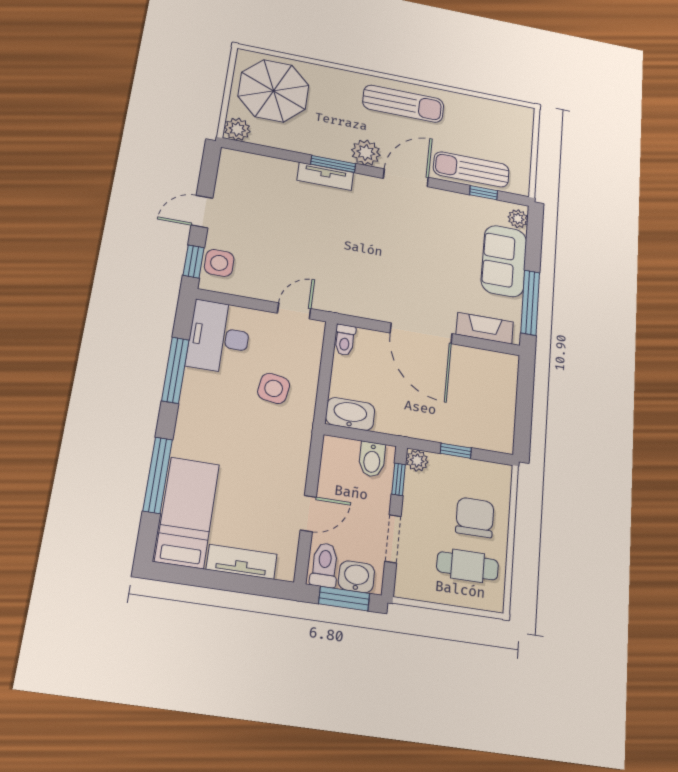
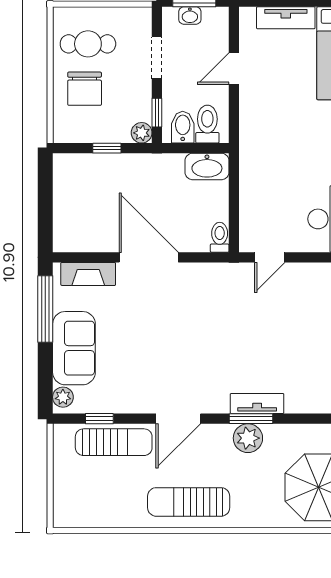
plant: (366, 153) -> (248, 438), moved
side table: (274, 388) -> (279, 179), removed
toilet: (325, 565) -> (207, 124), moved, turned 180
washbasin: (356, 577) -> (190, 16), width x0.72, depth x0.69

